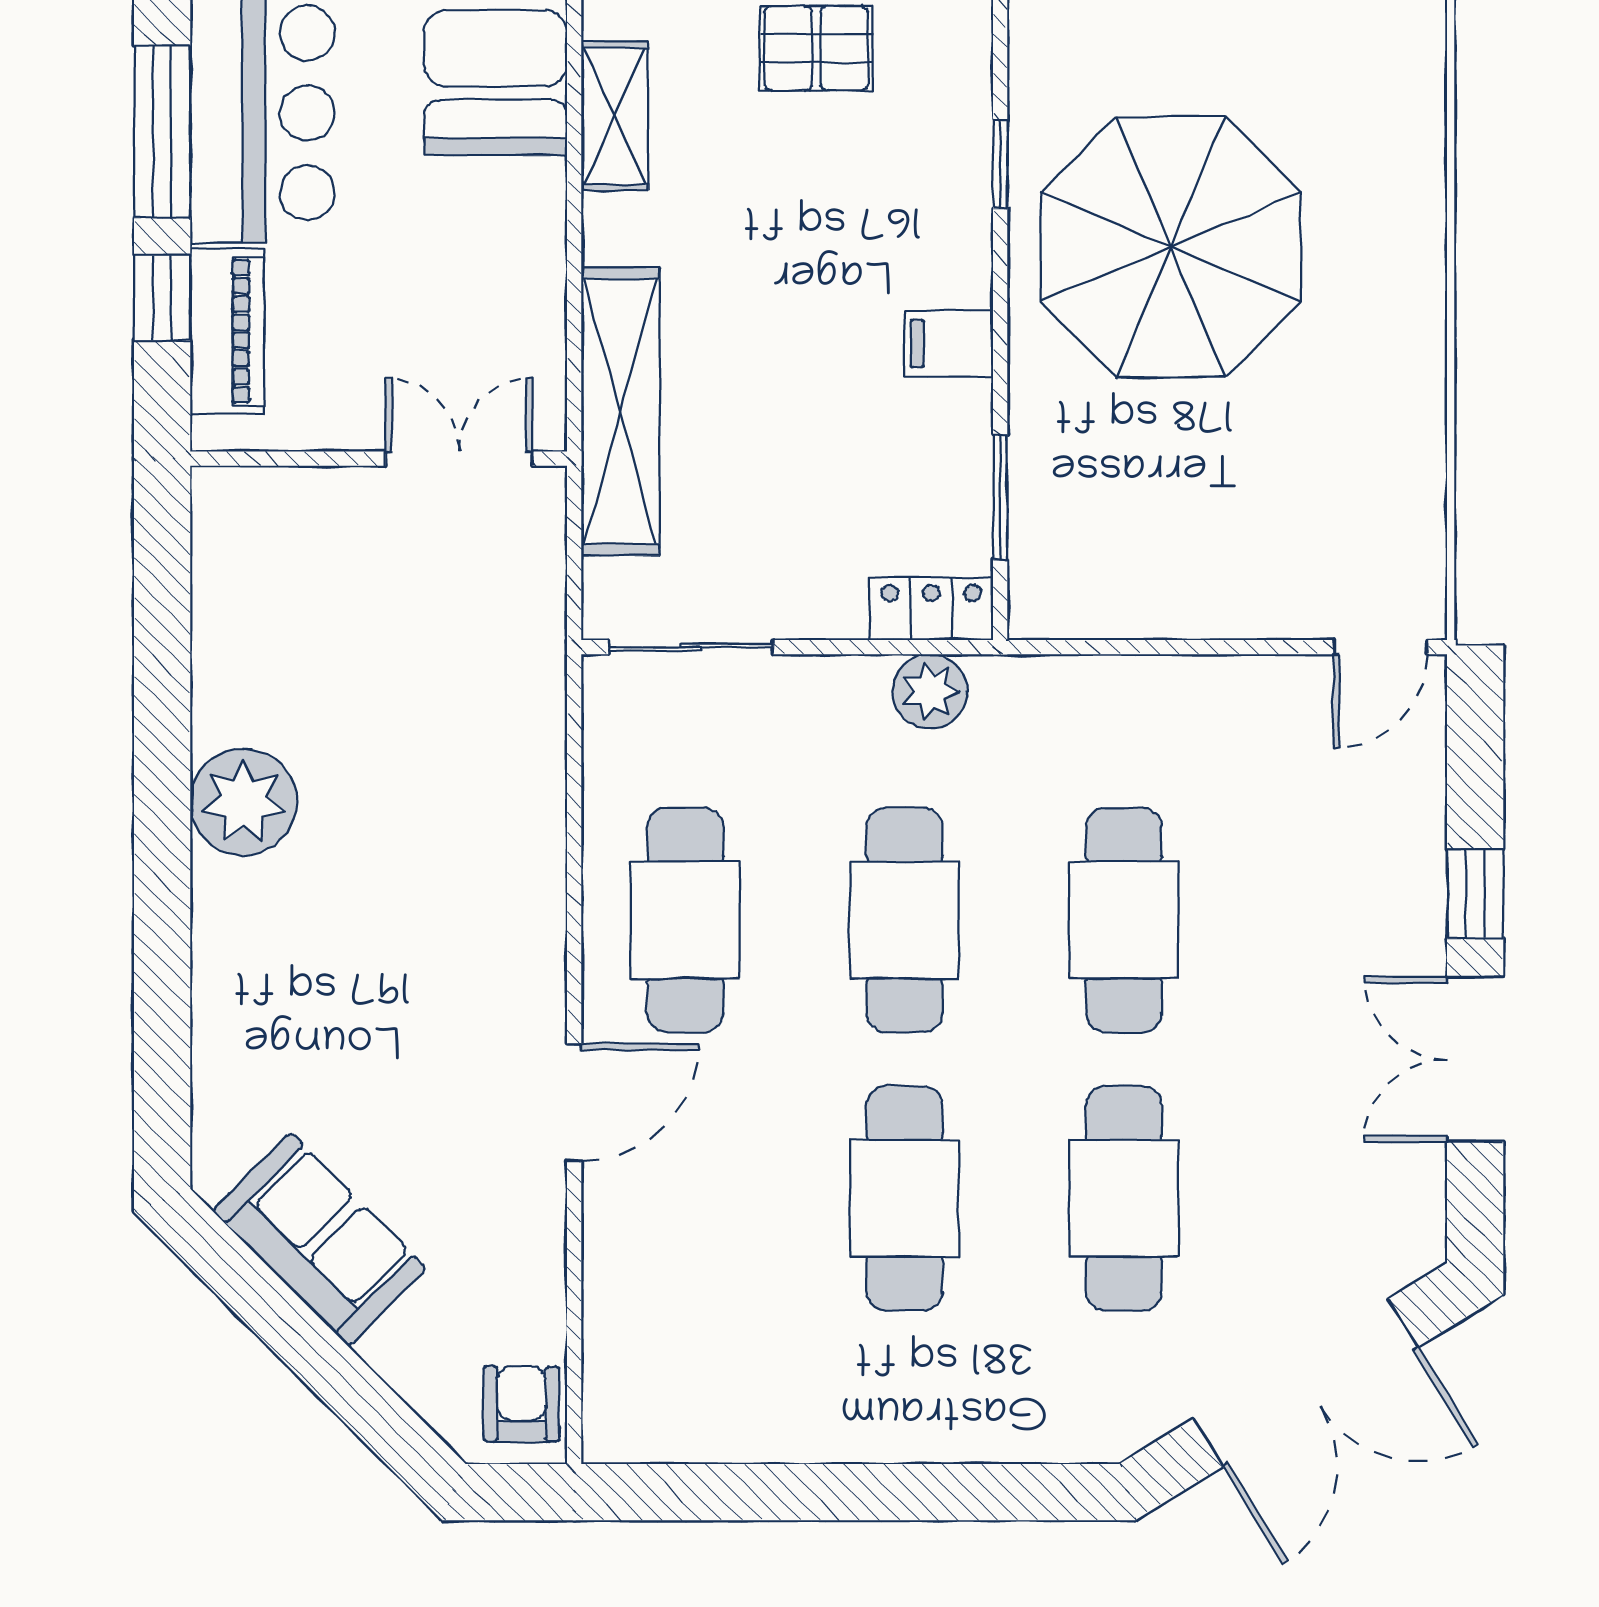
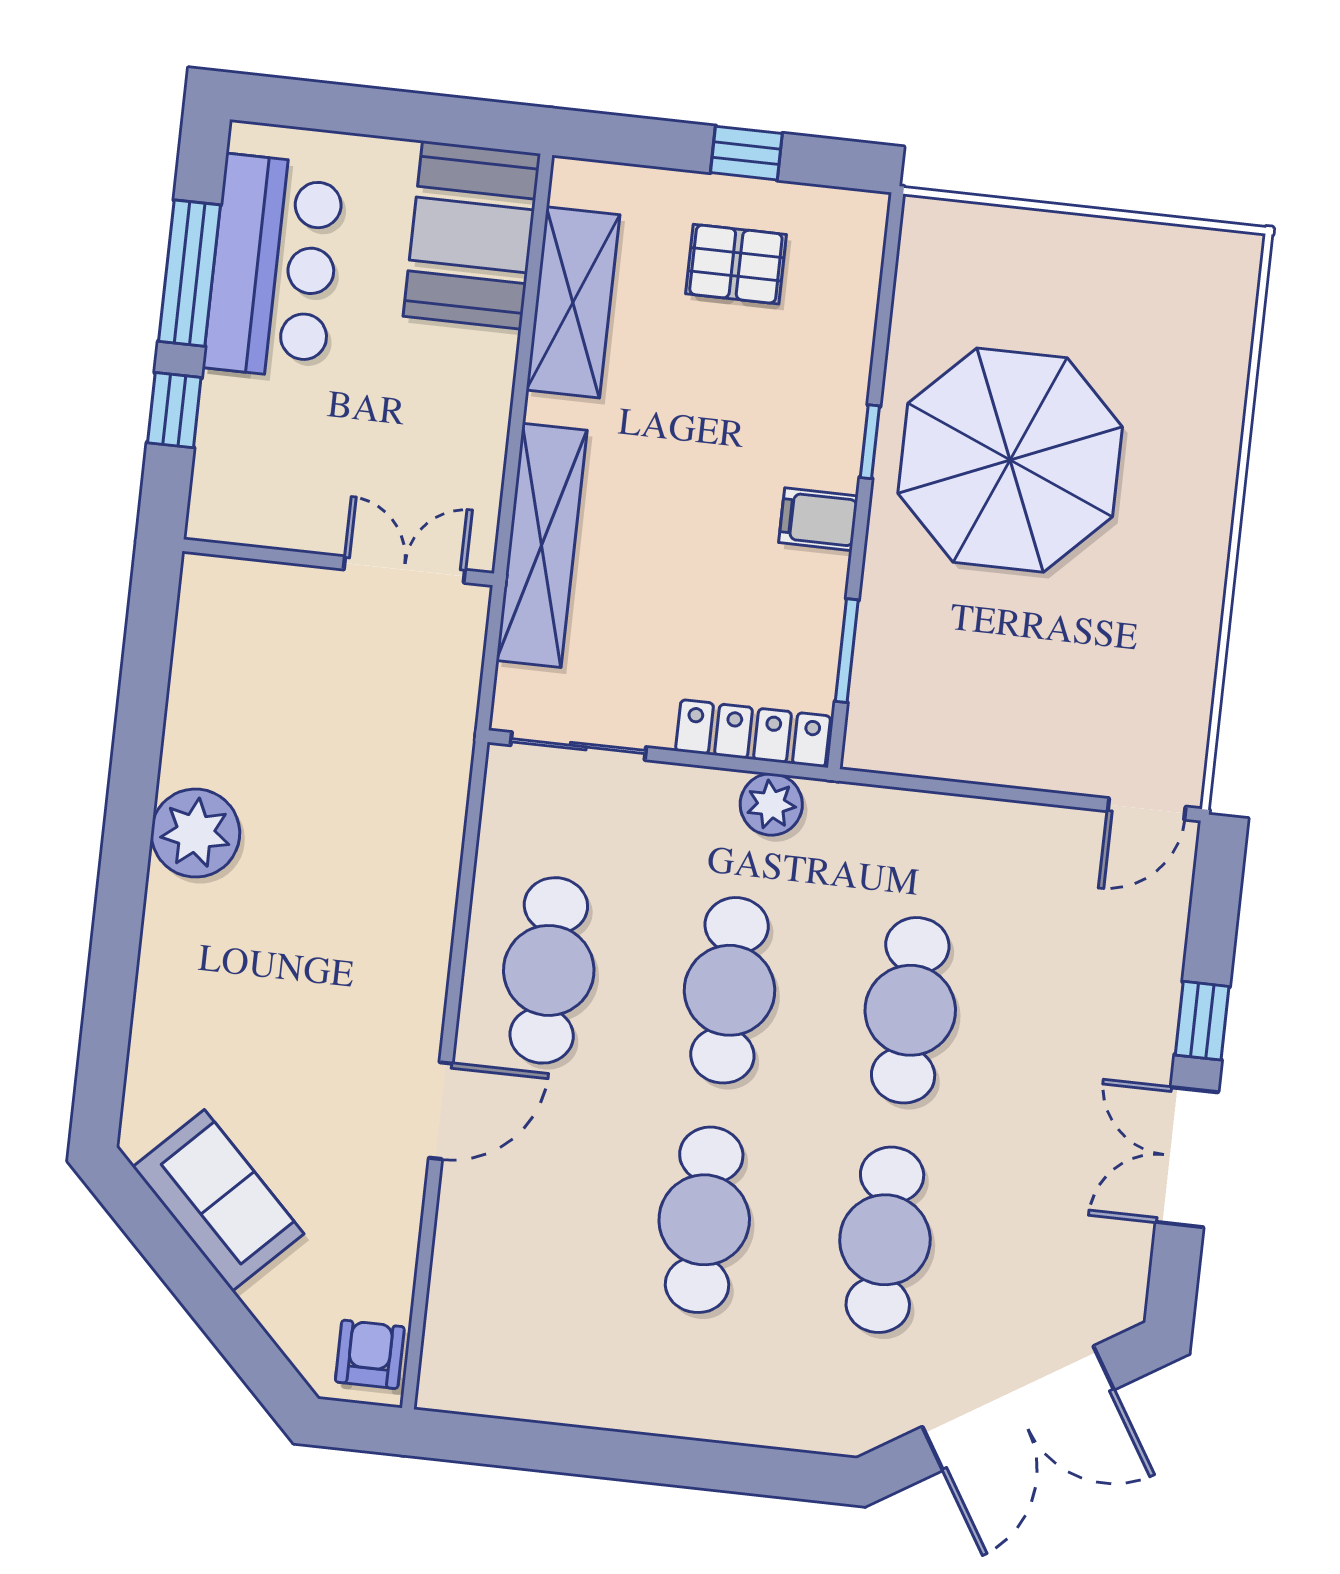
shelving: (615, 116) -> (573, 302), width x1.50, depth x1.33
window: (1000, 164) -> (870, 442), moved
piano: (227, 331) -> (225, 444), removed
locker: (931, 609) -> (753, 733), width x1.53

